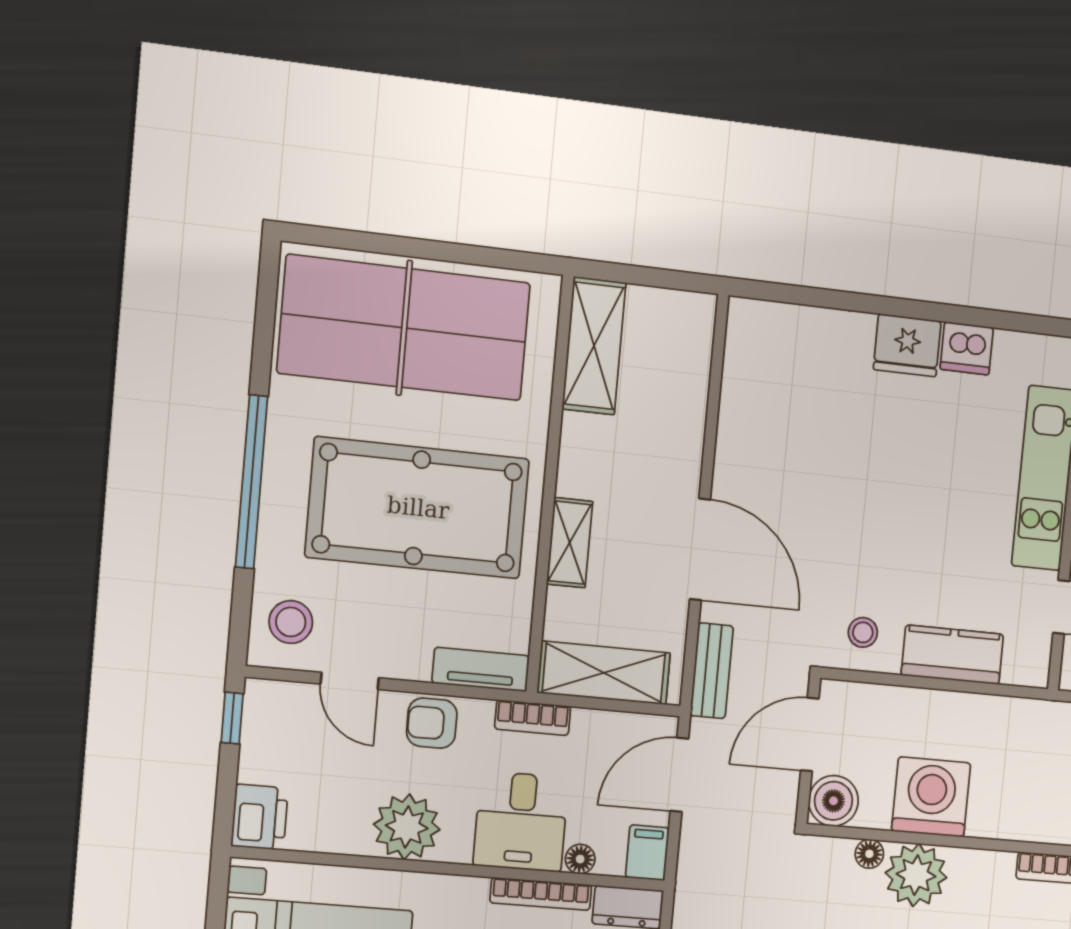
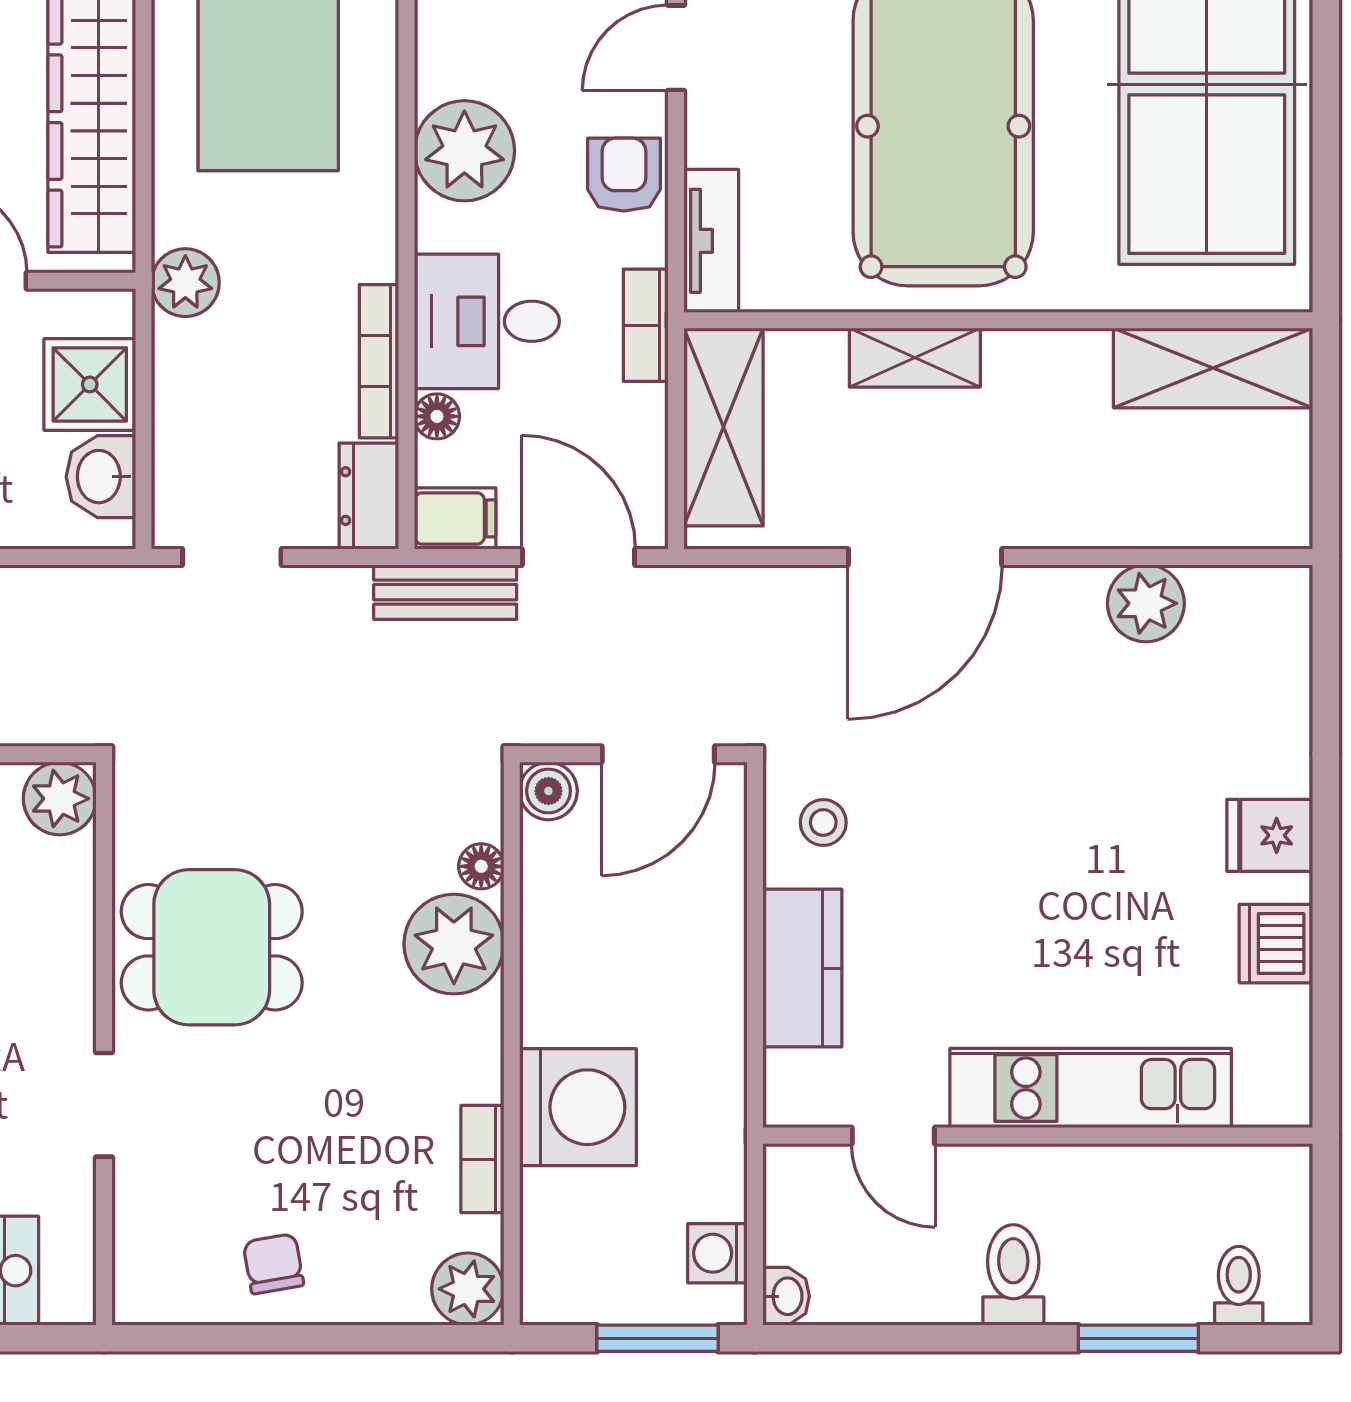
fridge: (907, 345) -> (1270, 835), width x0.72
plant: (743, 408) -> (1146, 603), added
bench: (712, 671) -> (445, 592), moved
door: (810, 734) -> (658, 754), swing flipped
washing machine: (931, 797) -> (578, 1107), moved
boiler: (833, 801) -> (548, 791), width x0.73, depth x0.73

